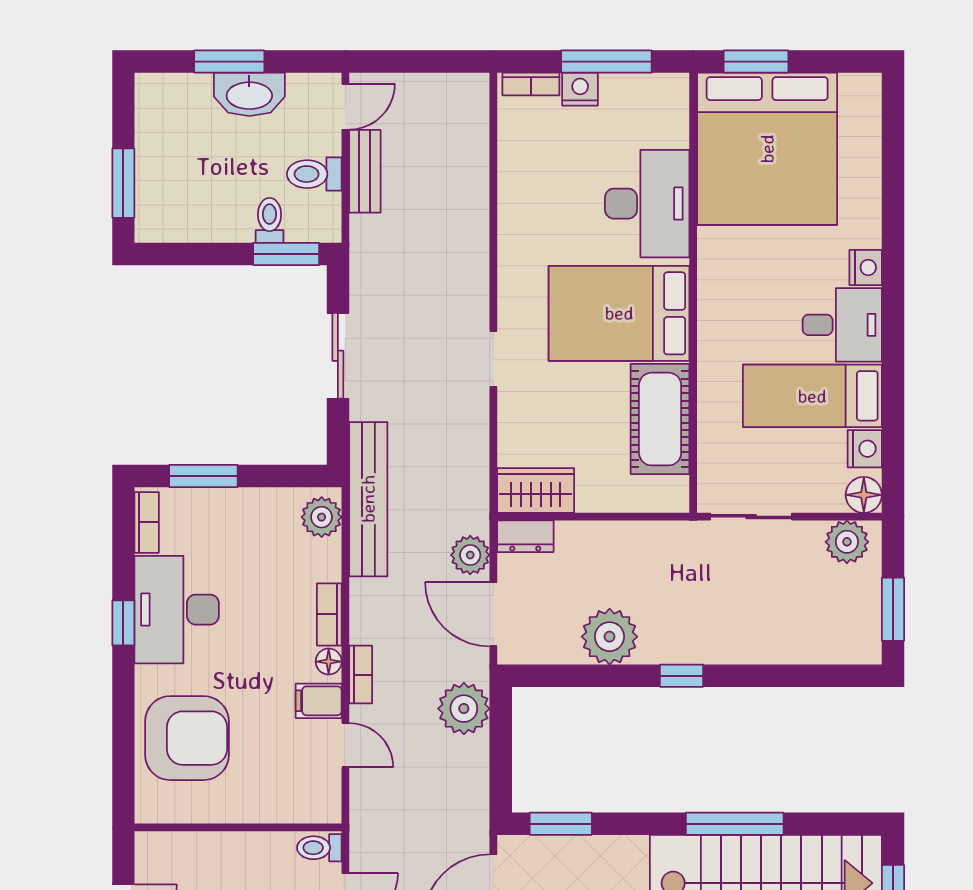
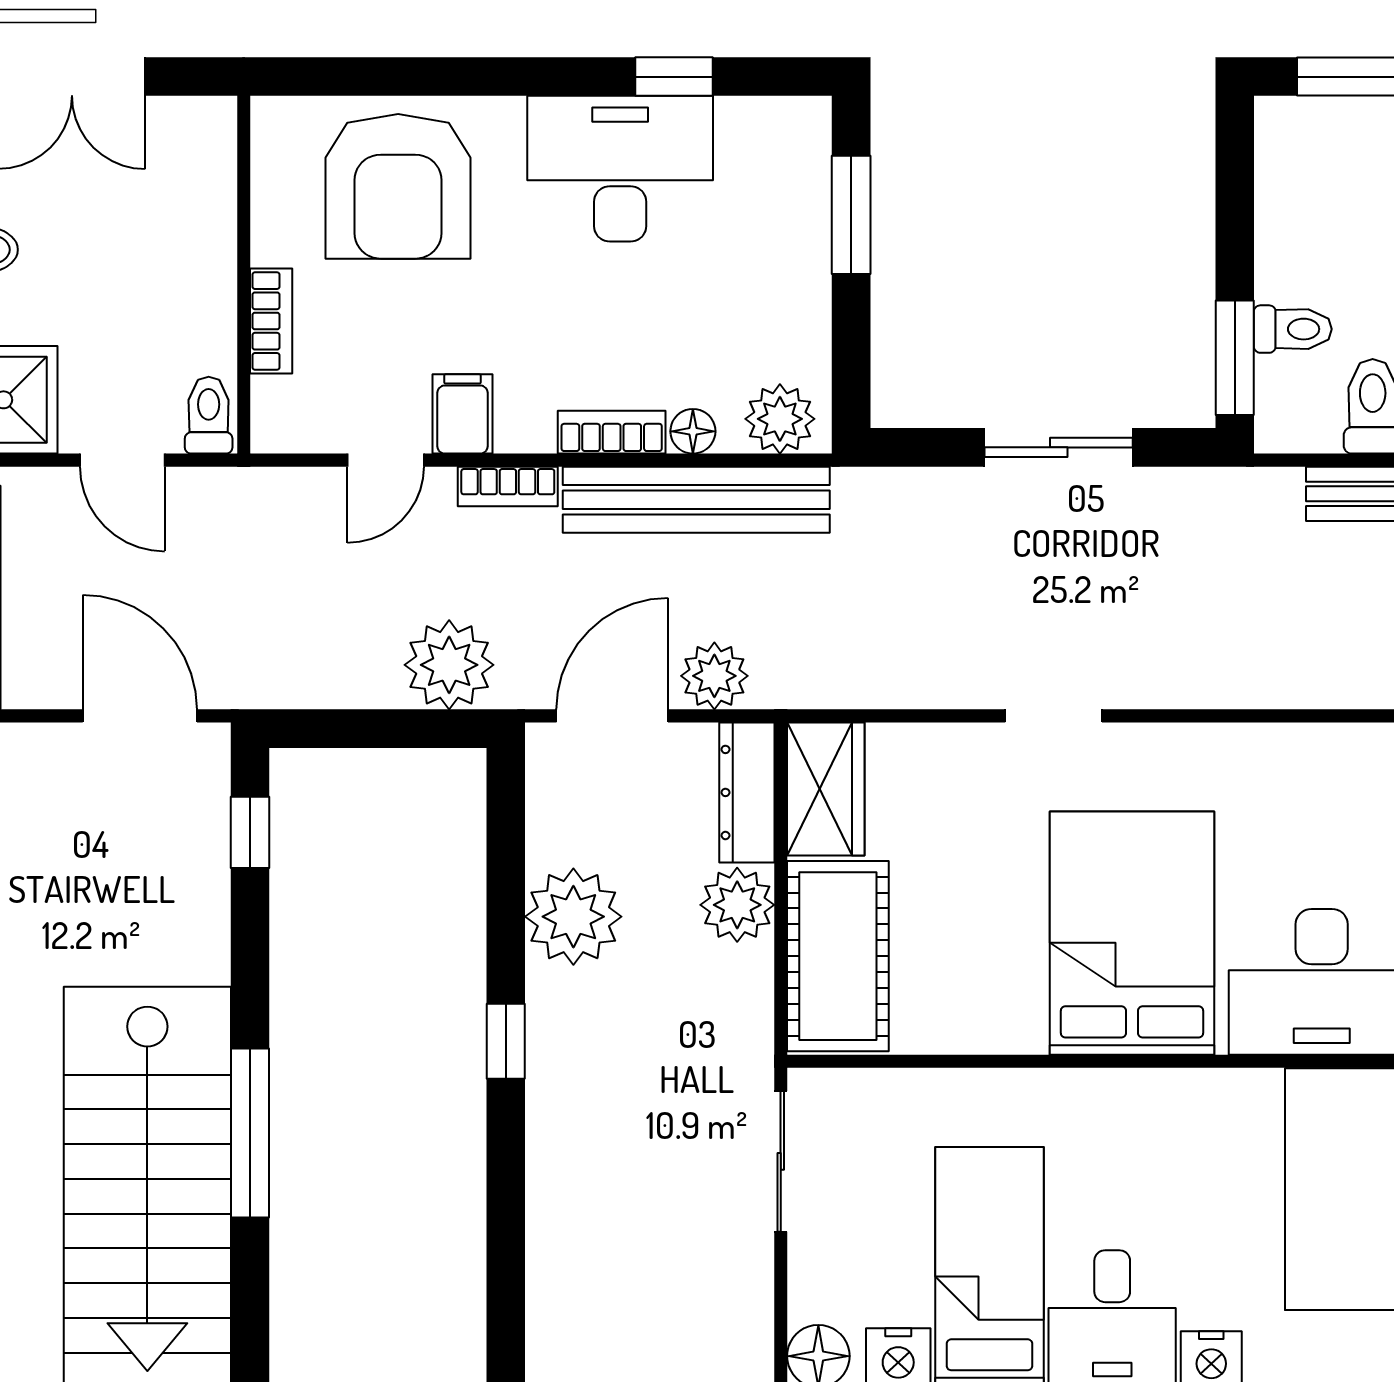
cot: (660, 419) -> (838, 956), moved, turned 90
bench: (368, 499) -> (696, 500), moved
bookcase: (147, 522) -> (271, 321), moved, turned -90
dresser: (525, 536) -> (747, 792), width x1.44
plant: (847, 542) -> (737, 905), moved
window: (123, 623) -> (674, 77), moved
floor lamp: (329, 662) -> (693, 431), moved
window: (561, 824) -> (250, 832), width x0.67

